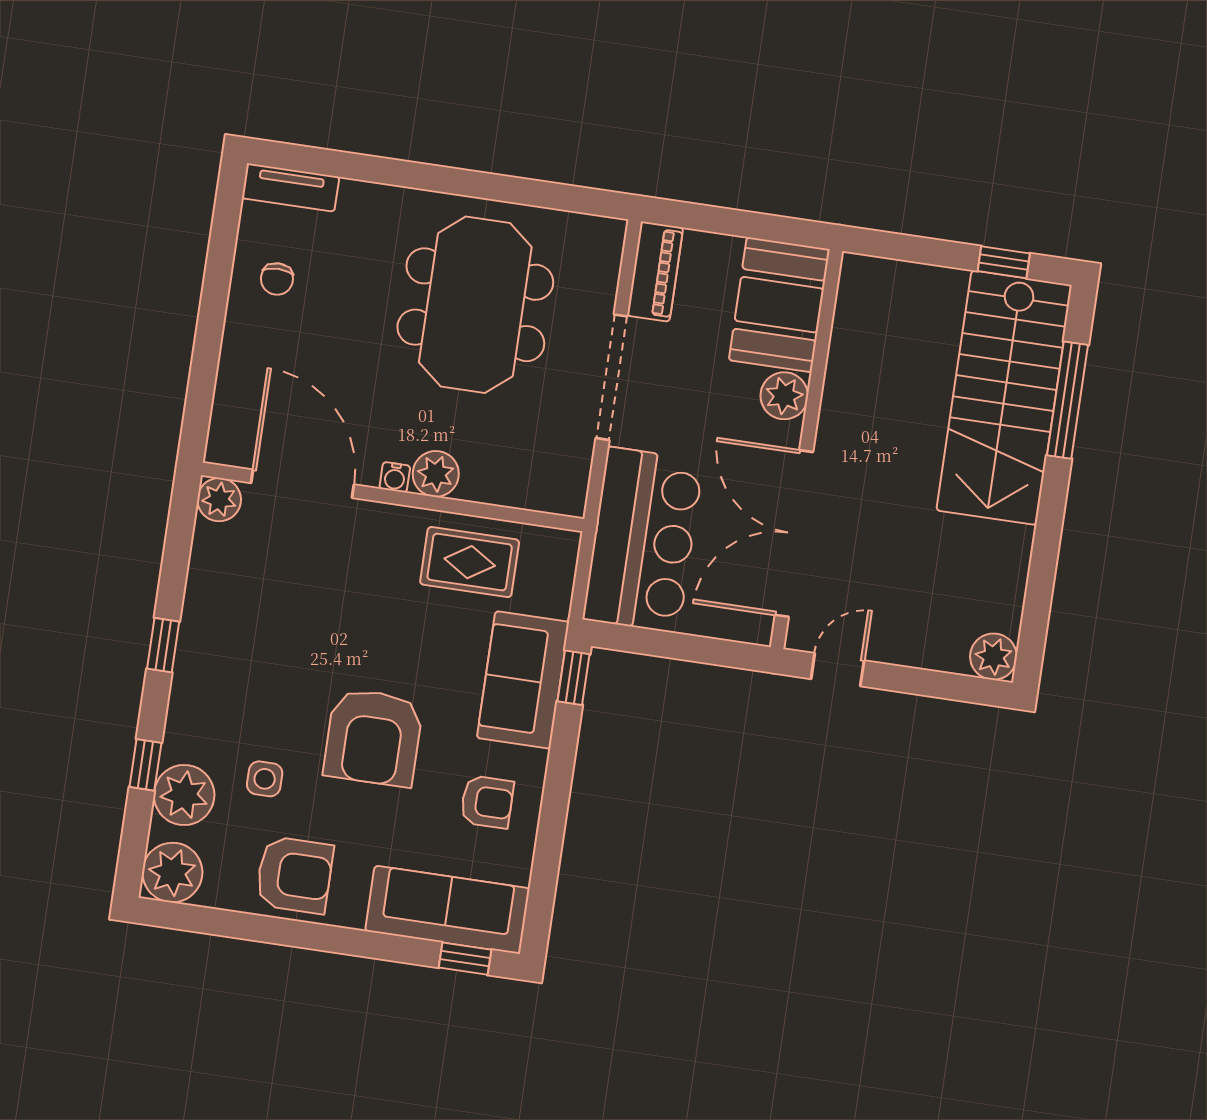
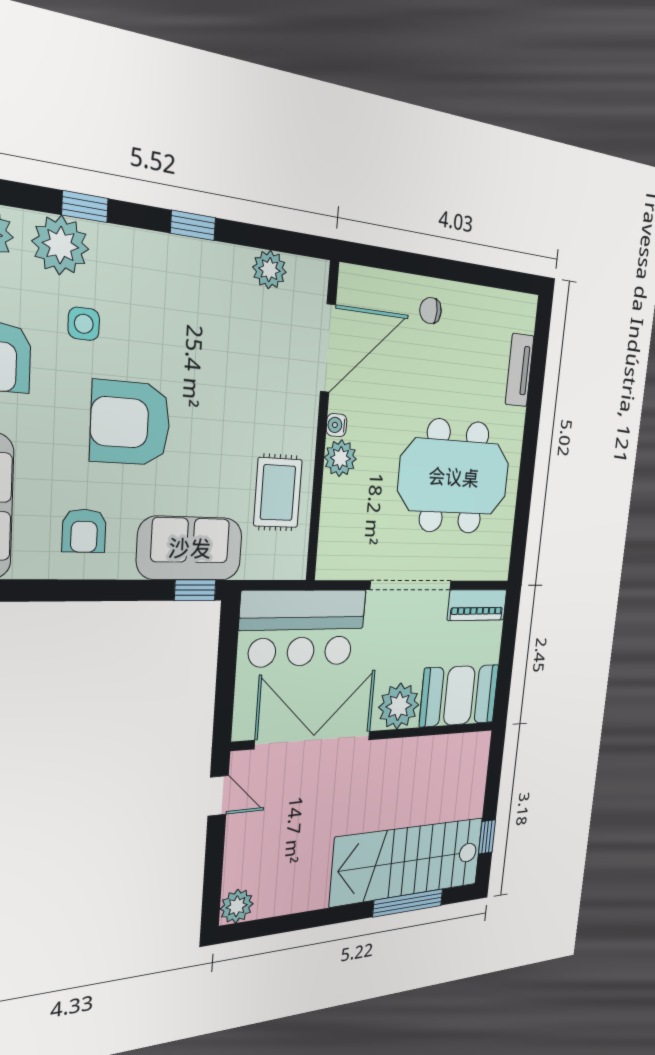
tv unit: (291, 188) -> (520, 370), moved
chair: (277, 279) -> (431, 311), moved
plant: (784, 396) -> (399, 706), width x1.36, depth x1.36
plant: (219, 500) -> (269, 270), moved

